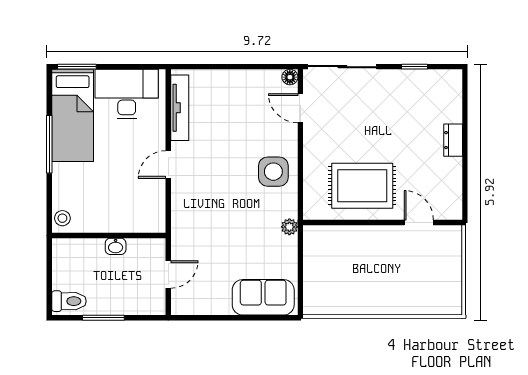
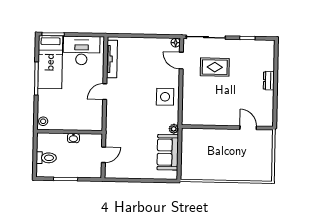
rug: (362, 186) -> (215, 67), moved, width x0.73, depth x0.70
sofa: (263, 297) -> (168, 152), moved, turned -90
toilet: (69, 301) -> (46, 158), moved

